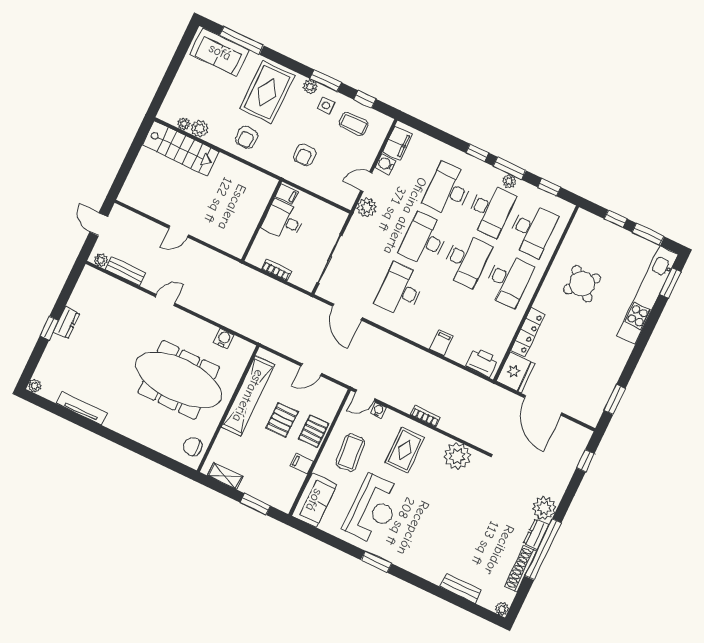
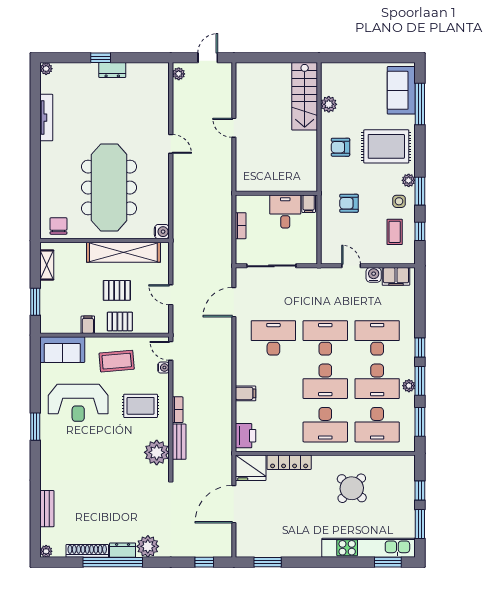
plant: (184, 124) -> (326, 89), removed
window: (549, 187) -> (420, 422), width x1.50
plant: (367, 208) -> (329, 277), removed
bench: (125, 271) -> (179, 442), moved
water cooler: (224, 339) -> (162, 232), moved

